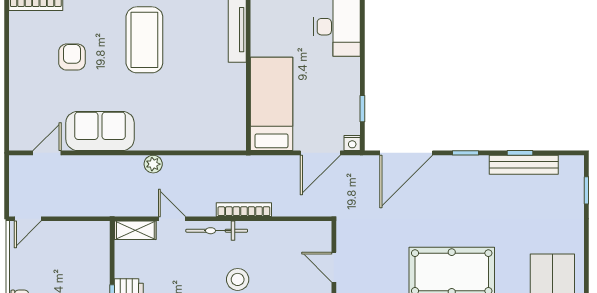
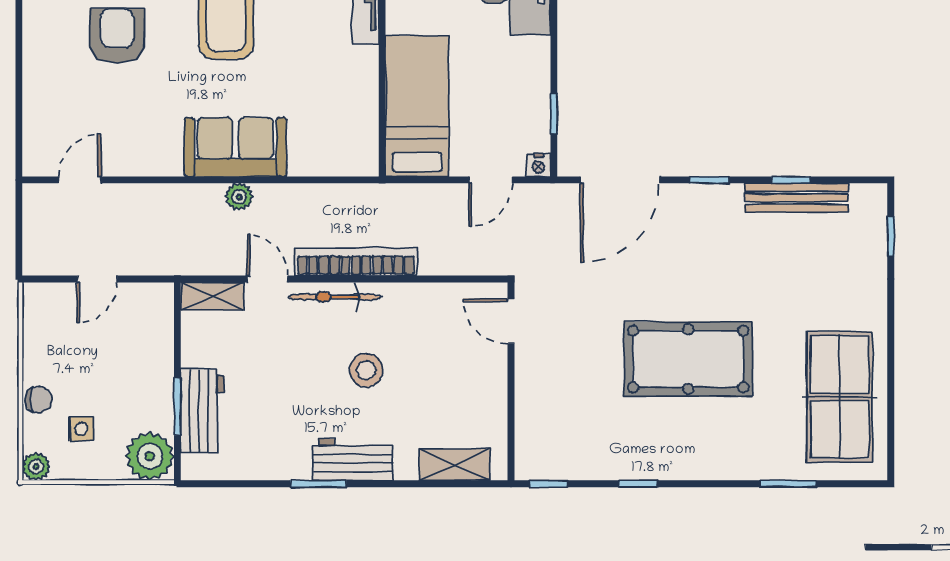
armchair: (72, 57) -> (117, 36), width x1.38, depth x1.38
sofa: (100, 131) -> (235, 147), moved
door: (320, 153) -> (491, 180), width x0.73
bookcase: (244, 210) -> (356, 262), width x1.48, depth x1.31
door: (28, 219) -> (97, 279), moved
door: (334, 267) -> (511, 321), moved

